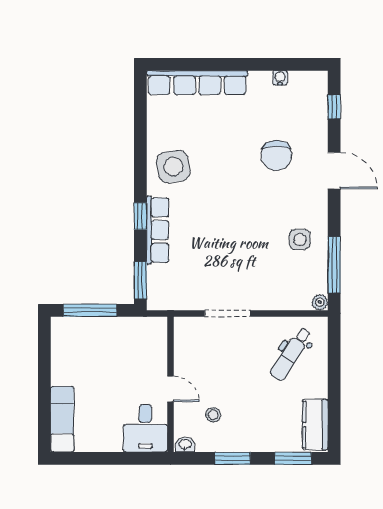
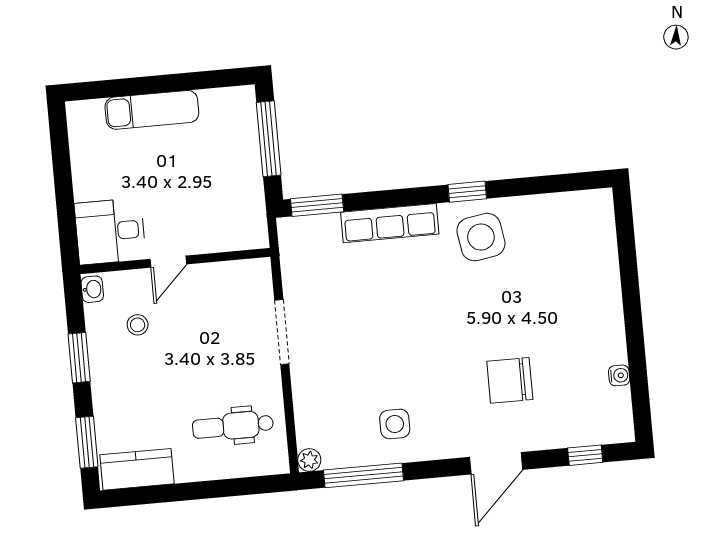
row of seats: (197, 83) -> (602, 260), removed
window: (140, 216) -> (467, 192), moved
dental chair: (291, 354) -> (233, 426), turned -33
exam couch: (62, 419) -> (152, 110), moved

